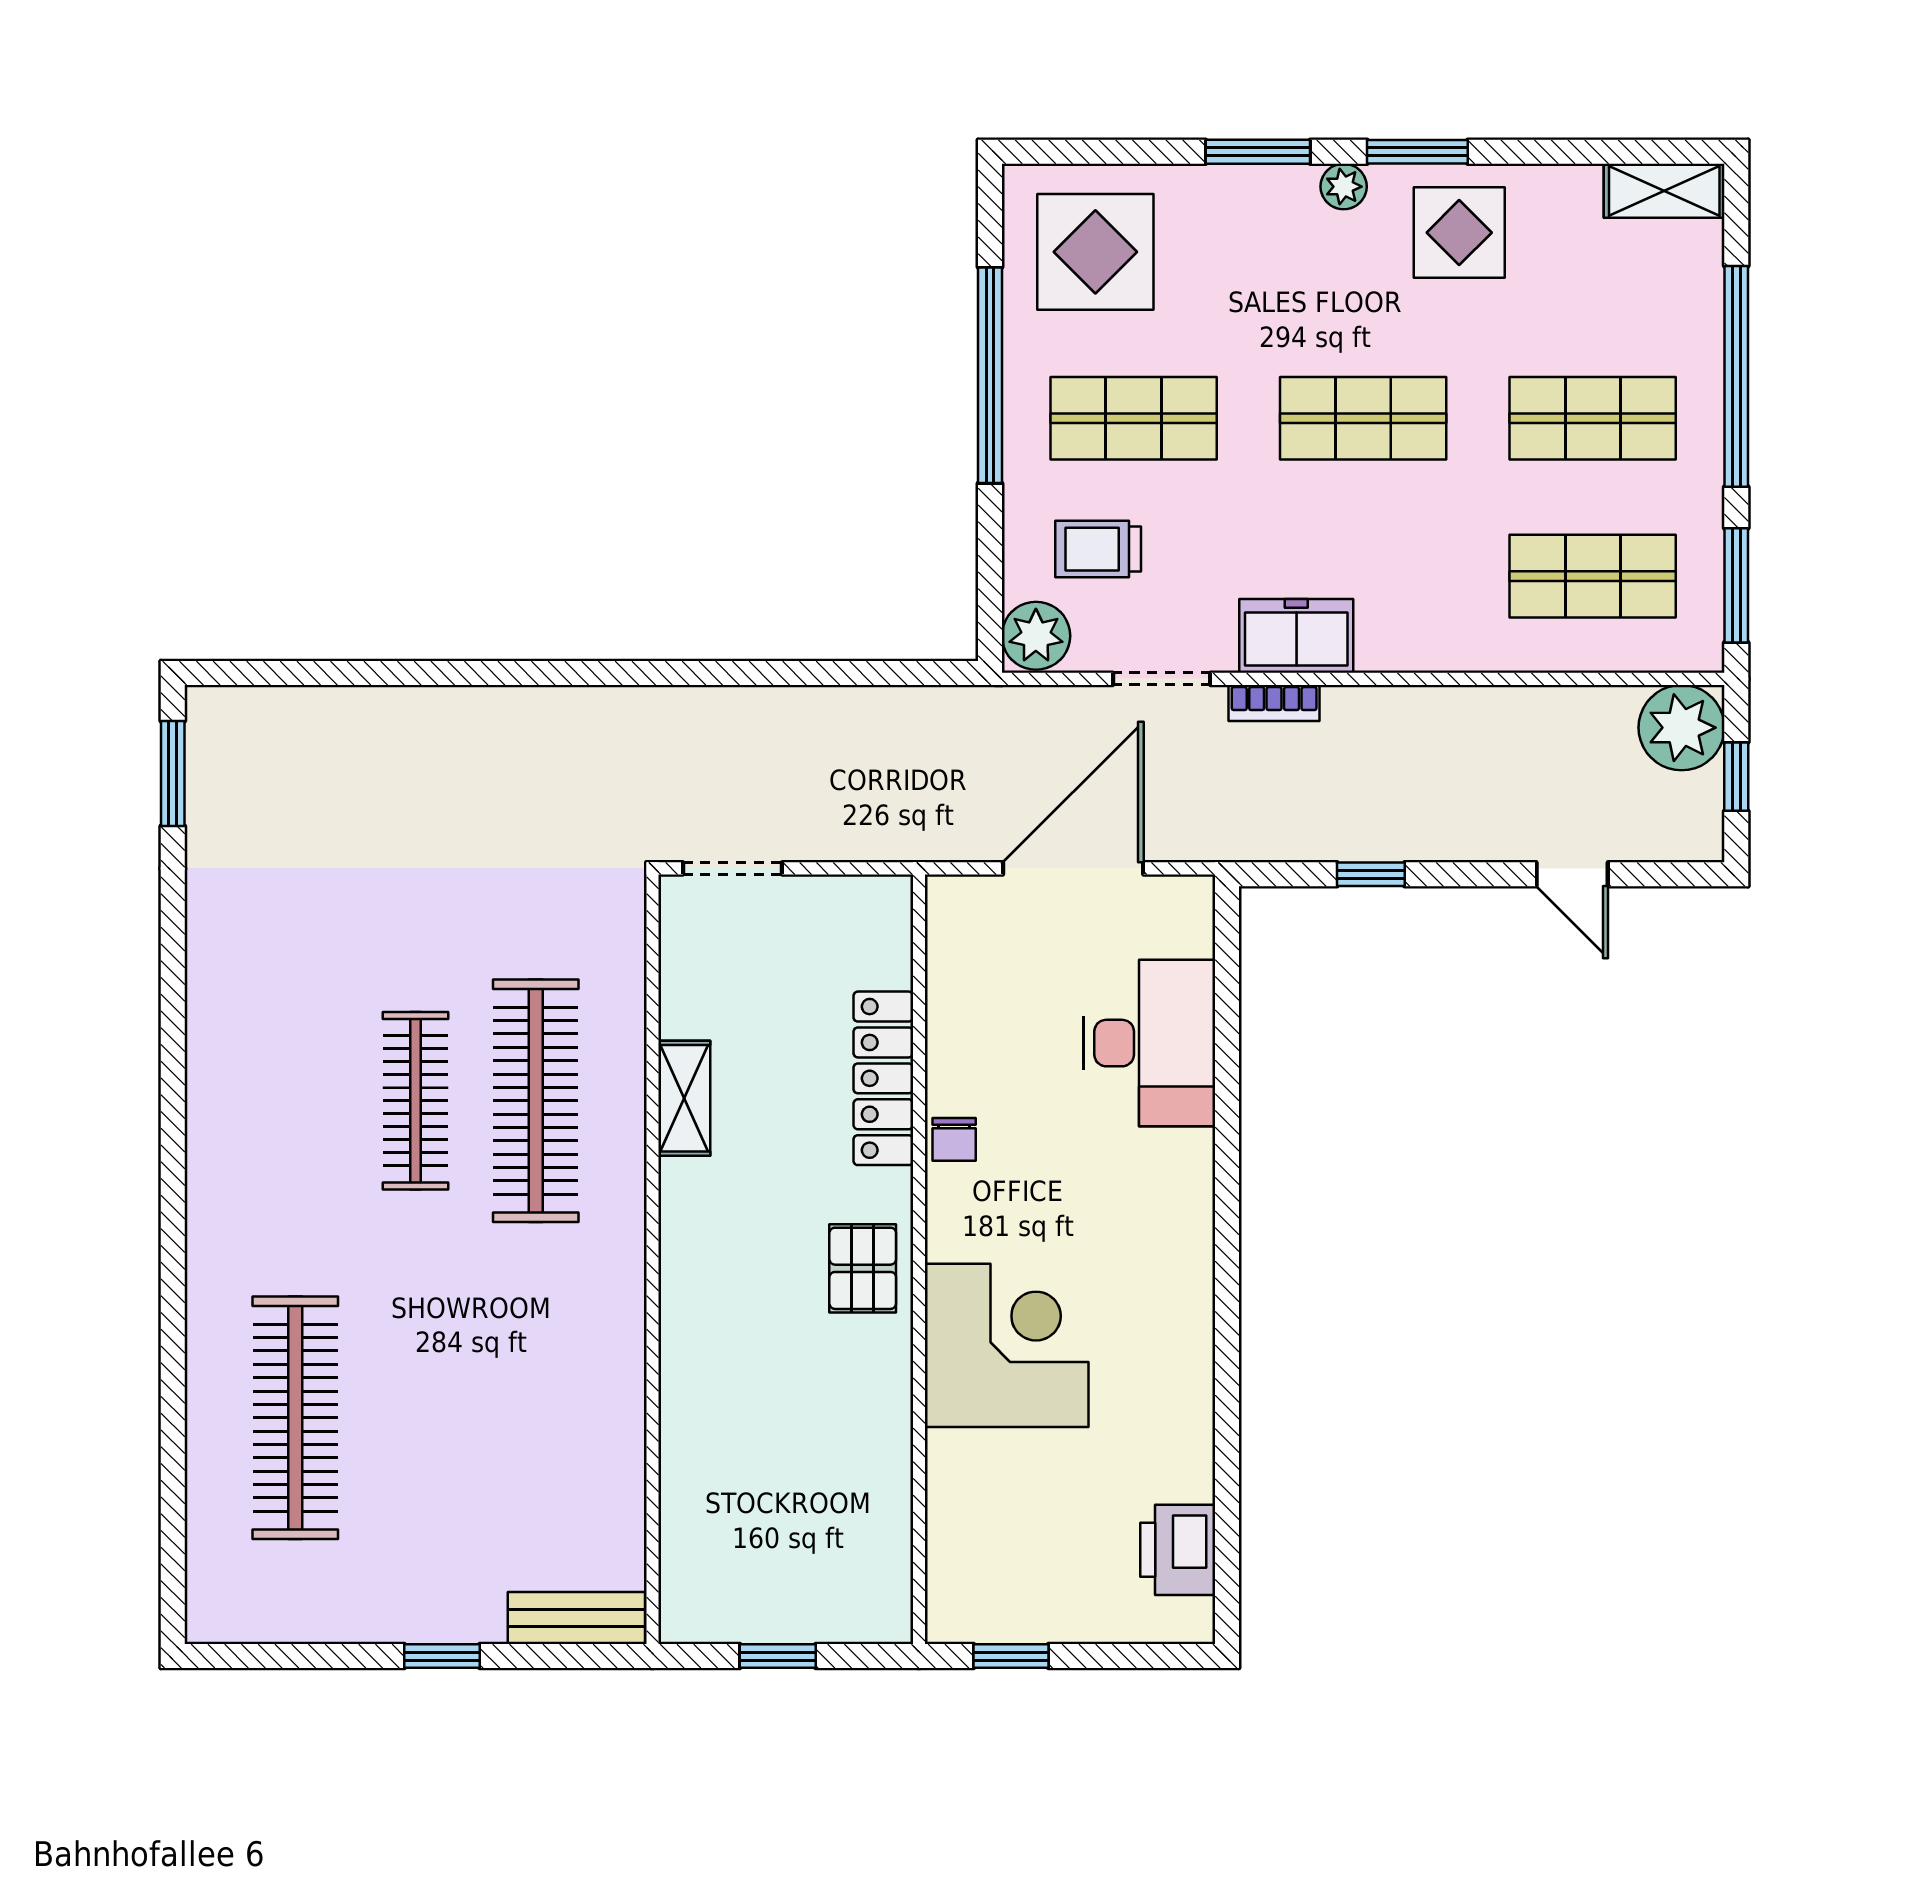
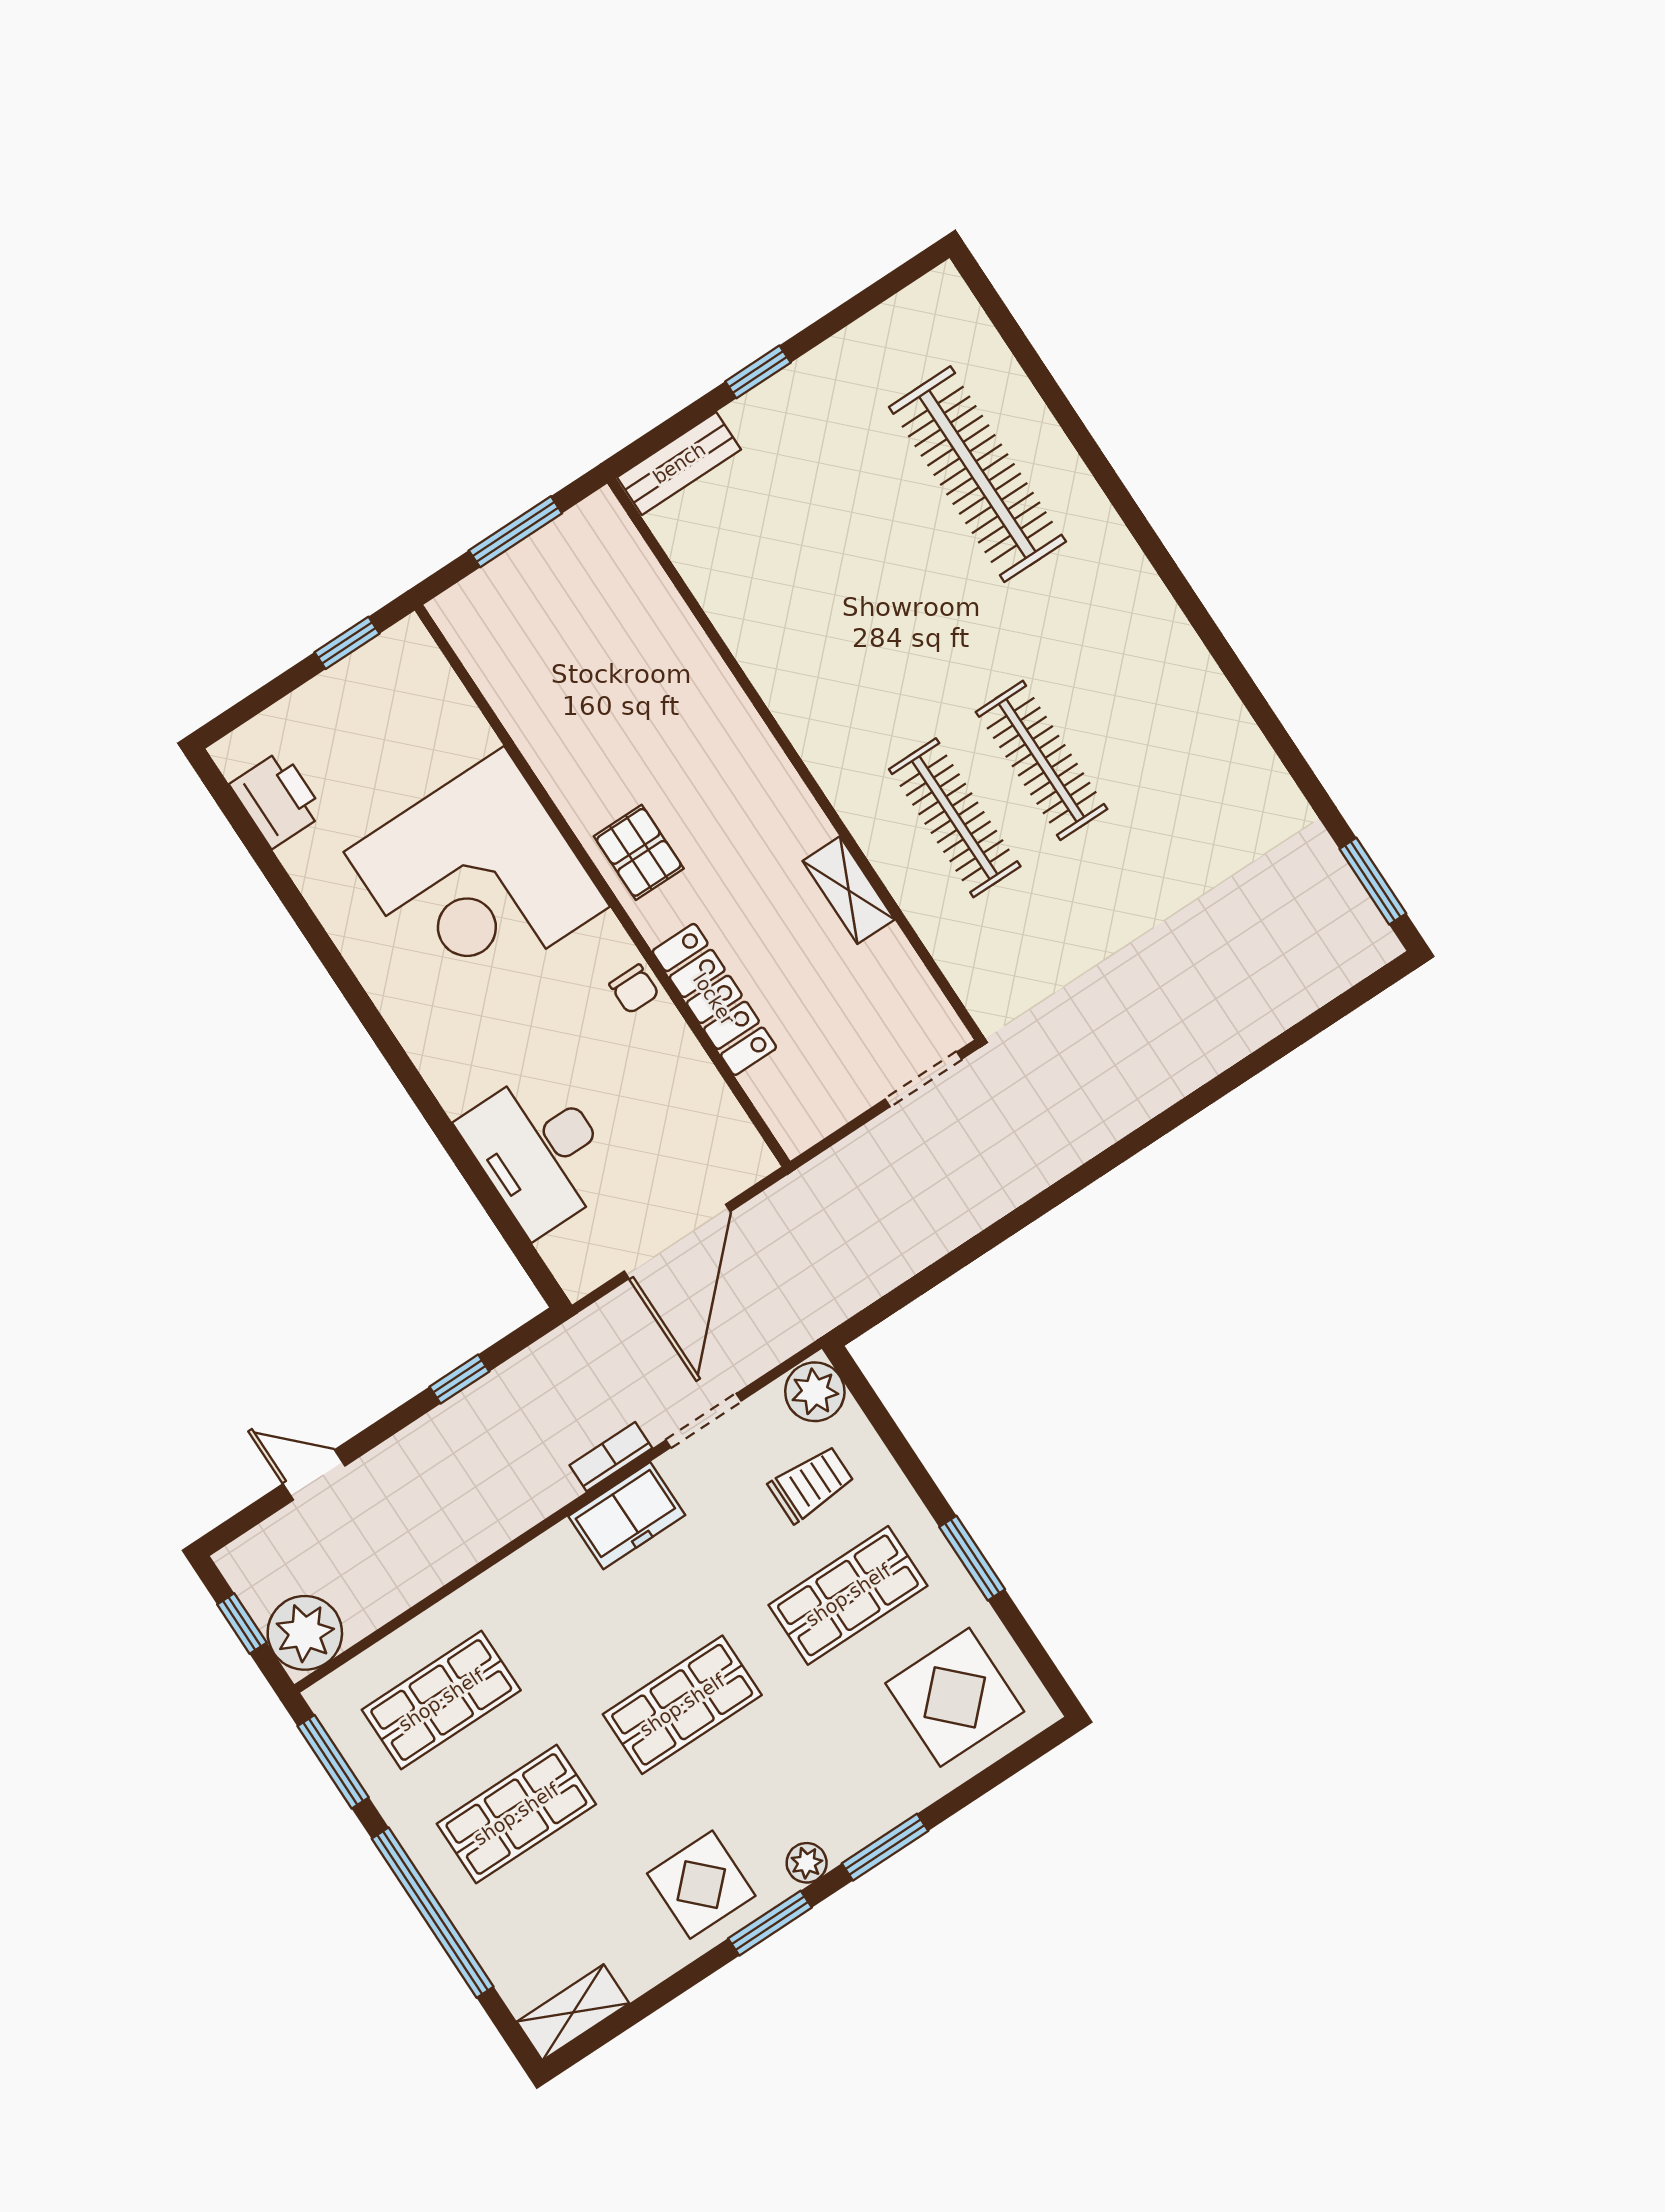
window: (990, 375) -> (972, 1558), width x0.47
clothes rail: (536, 1101) -> (955, 818), width x0.73, depth x0.76
chair: (954, 1139) -> (634, 989), turned 180
corner desk: (1007, 1345) -> (477, 879), width x1.36, depth x1.36
window: (778, 1656) -> (515, 532), width x1.50

